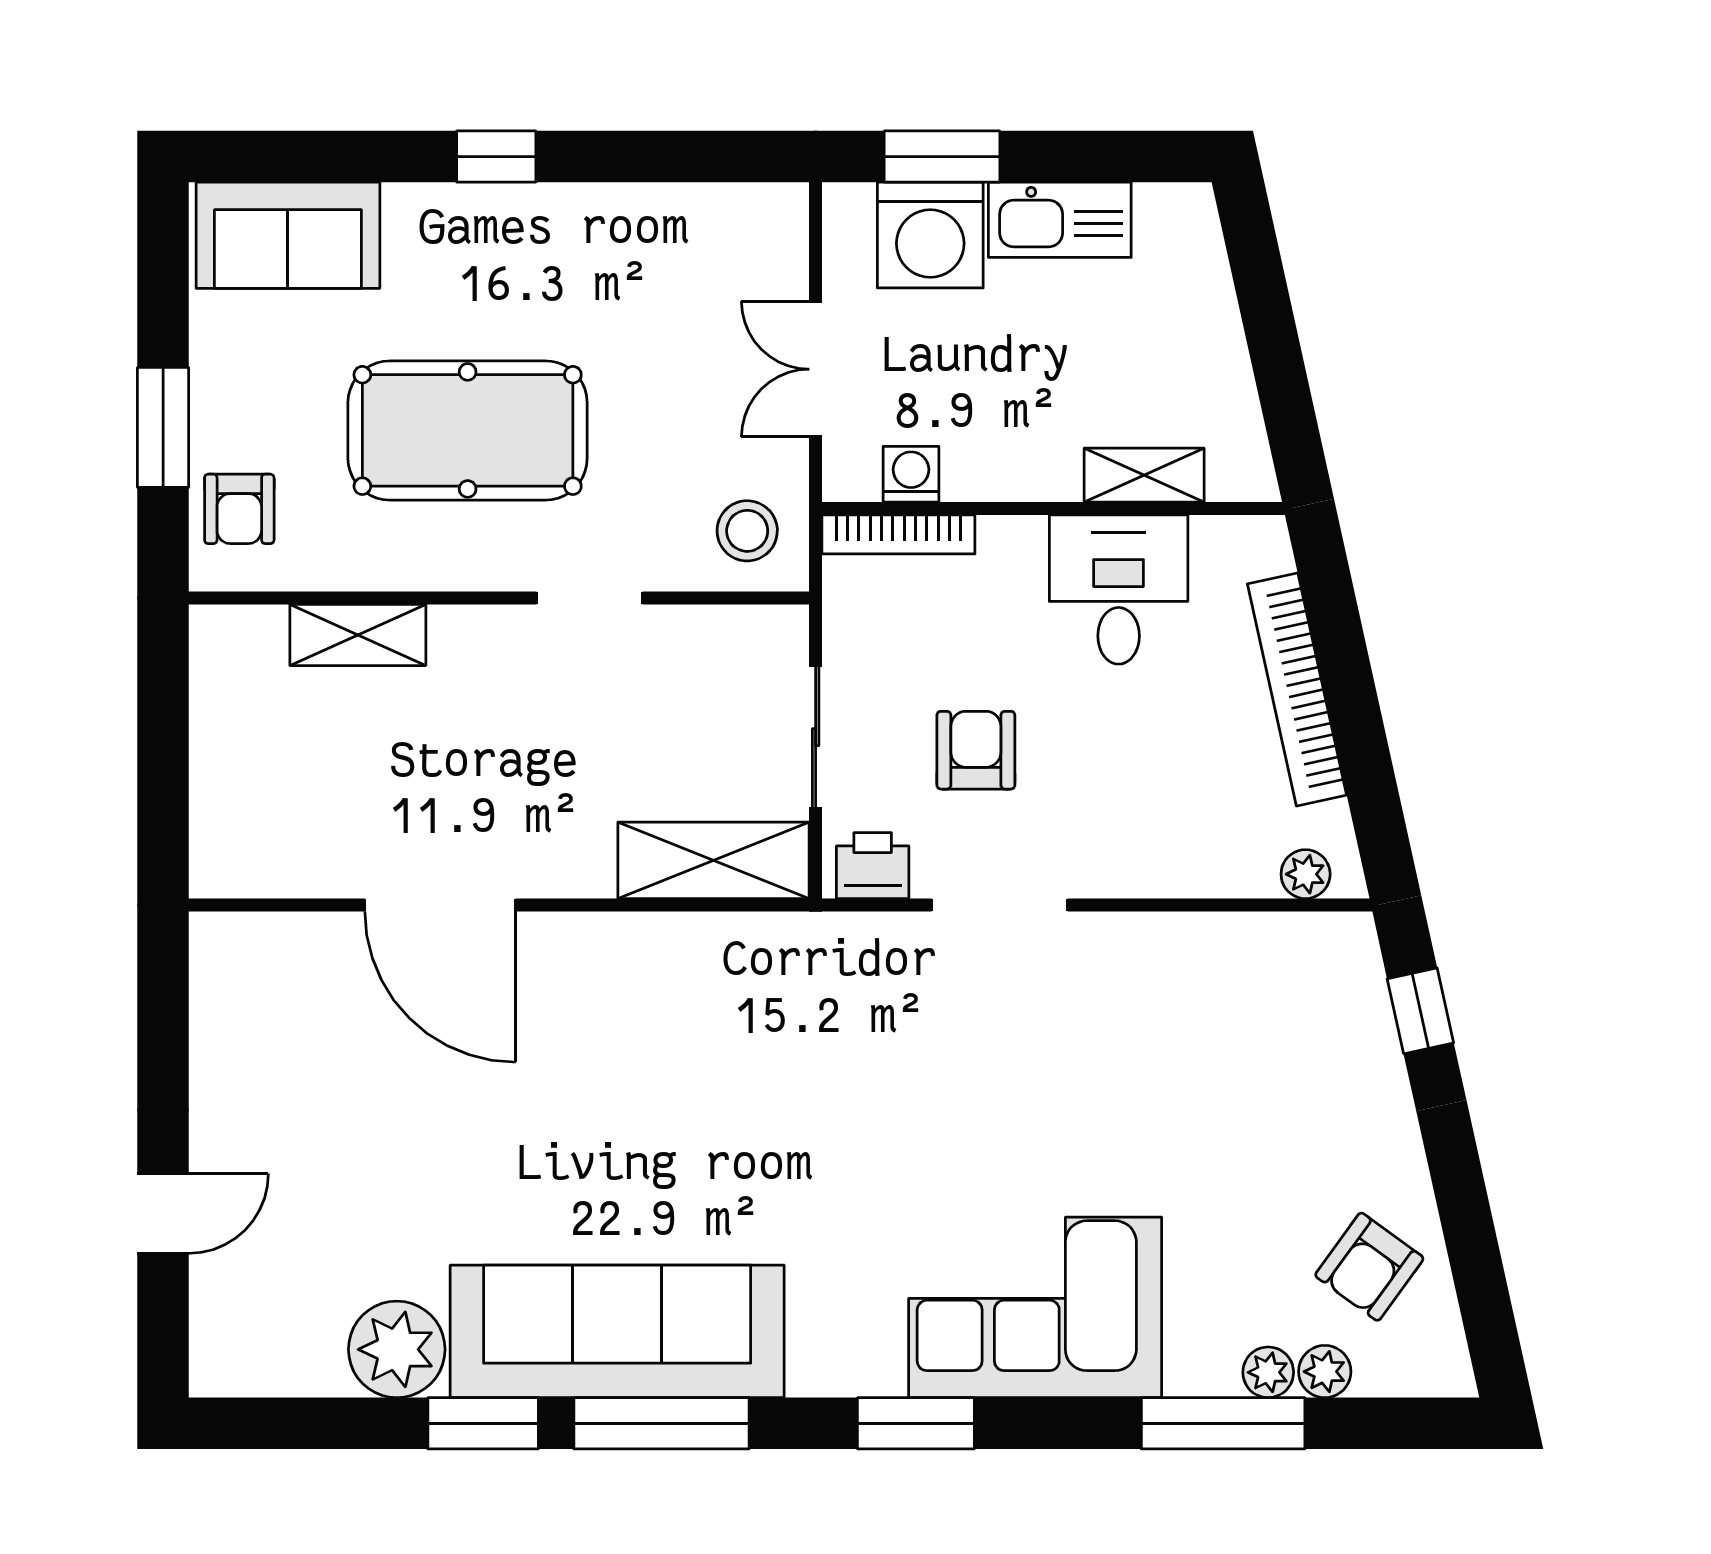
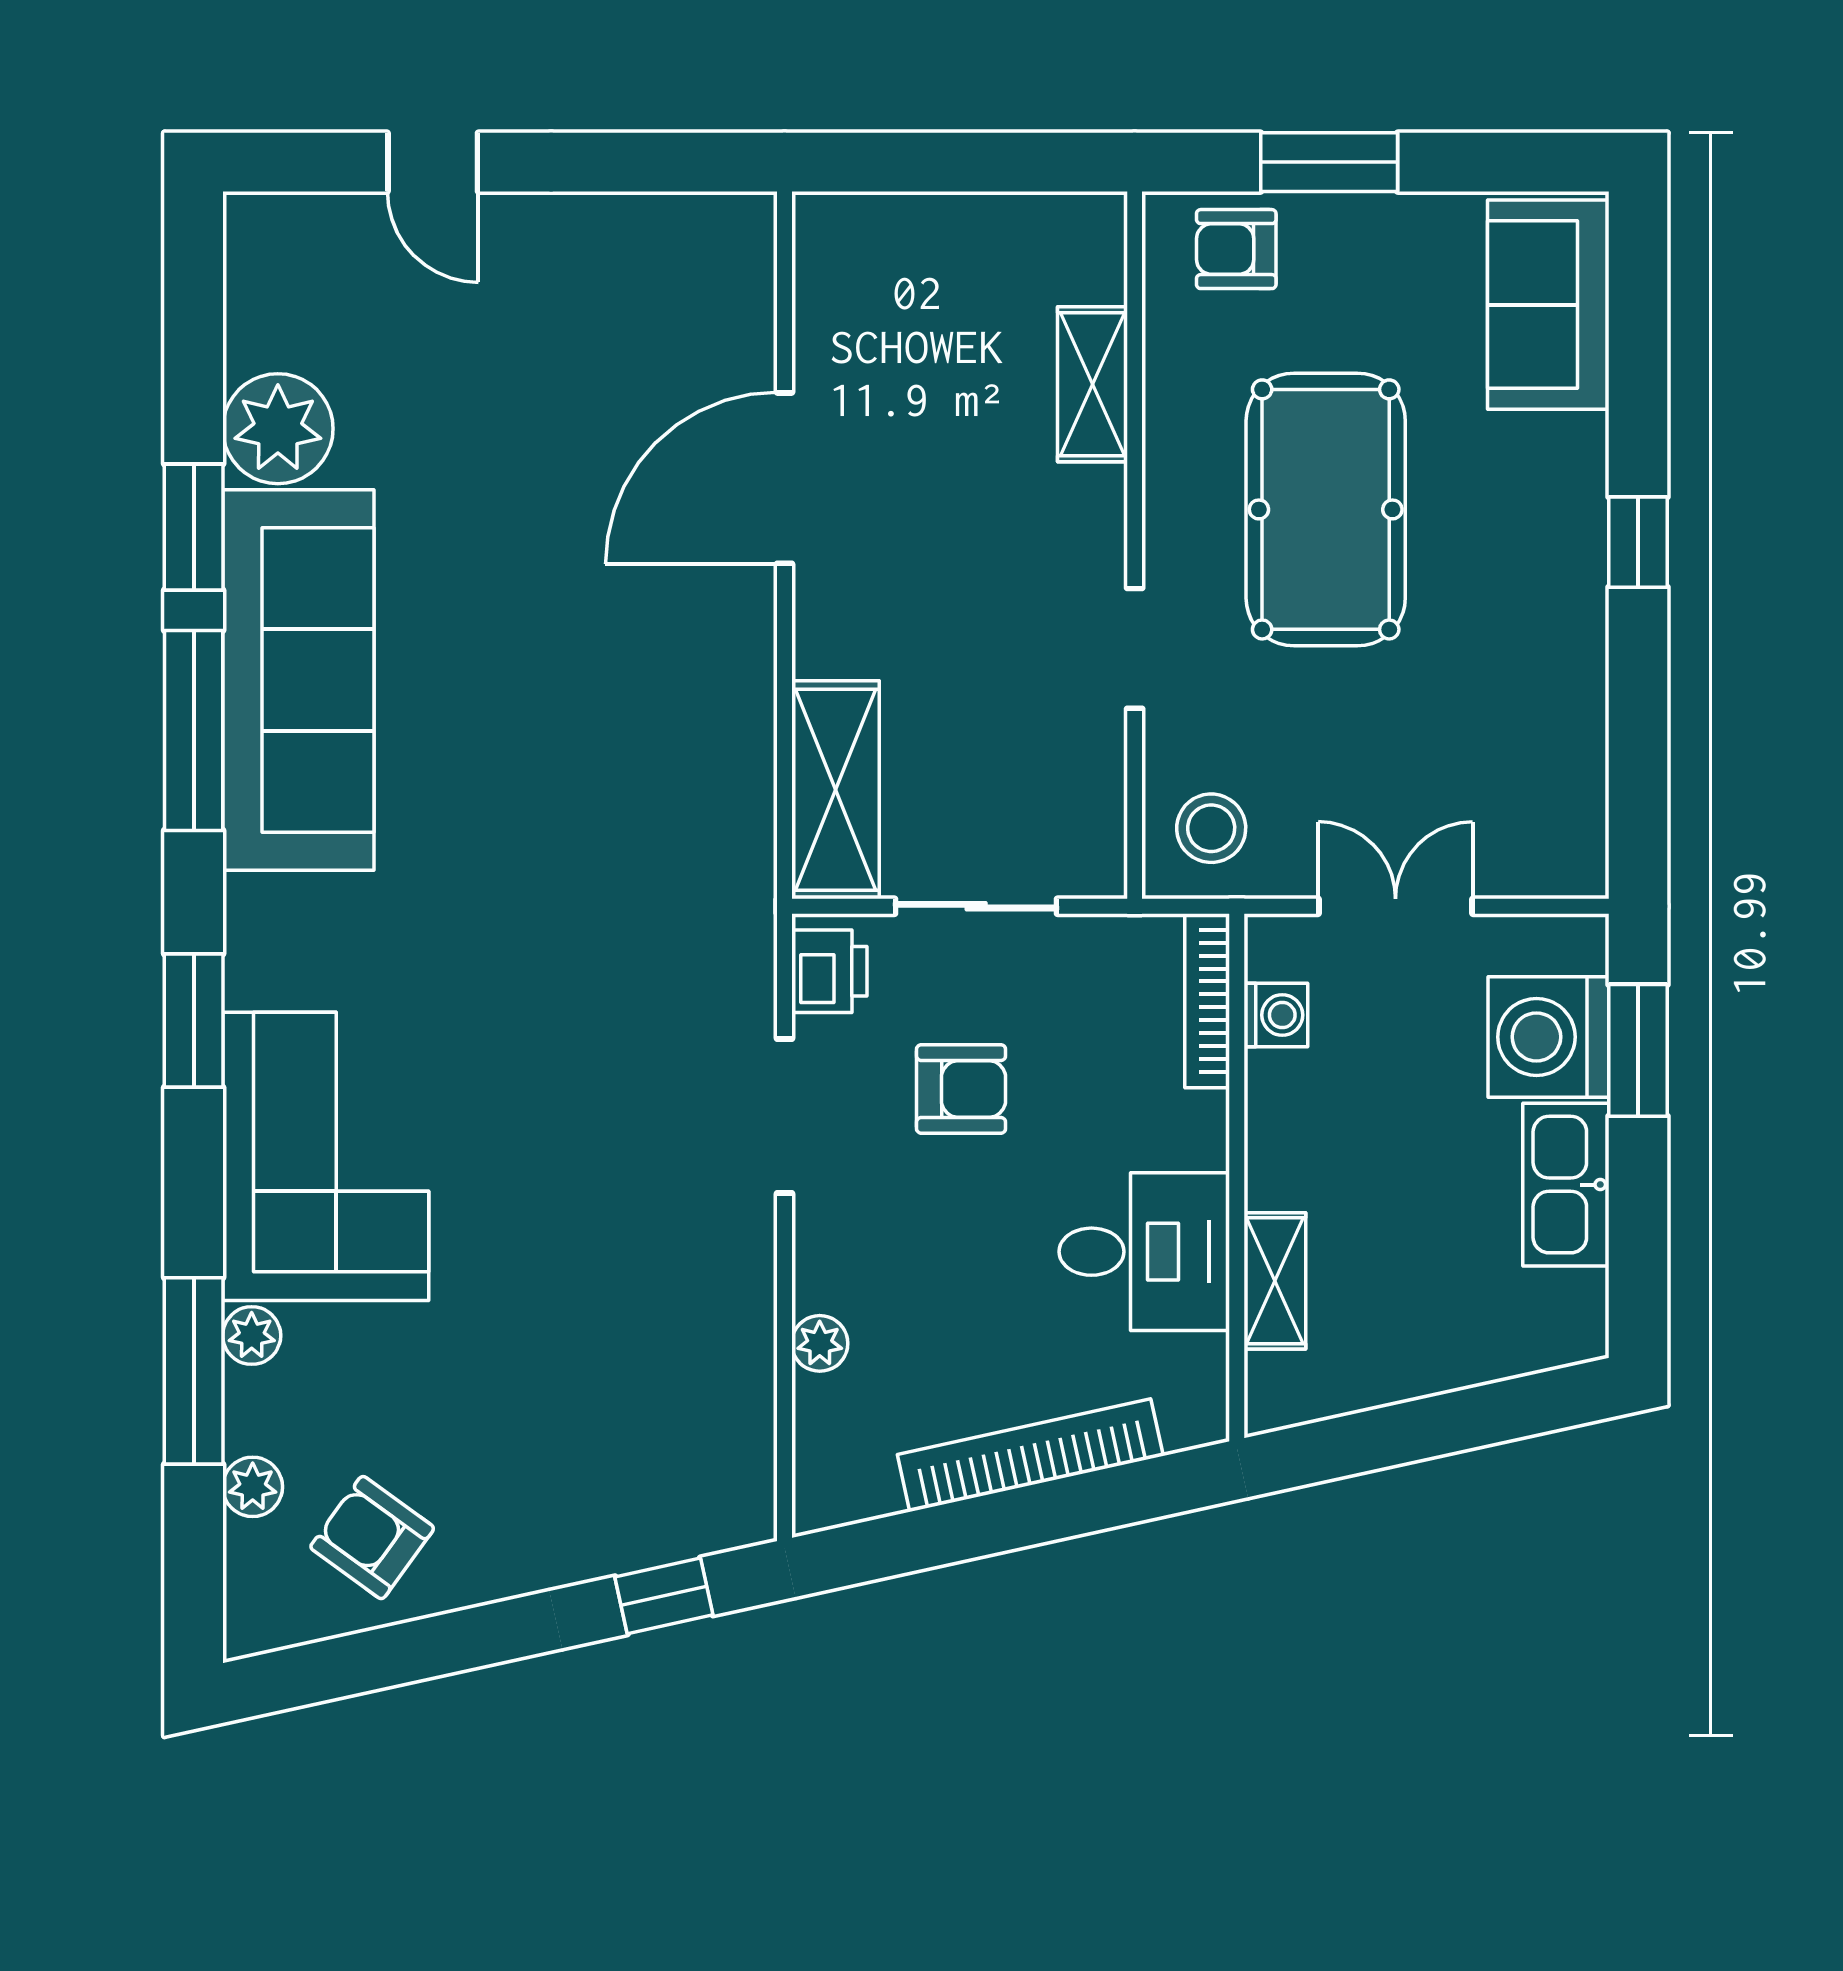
plant: (1306, 874) -> (820, 1343), moved
plant: (1268, 1372) -> (252, 1336), moved

